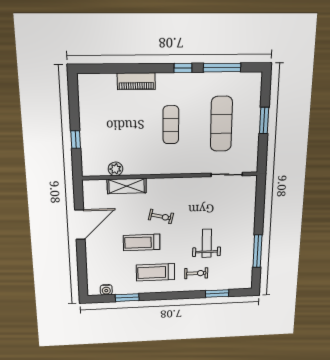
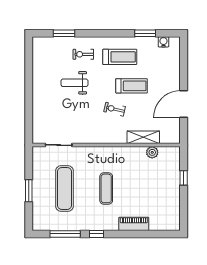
weight bench: (207, 243) -> (74, 83), turned 90
window: (257, 251) -> (29, 73), removed

